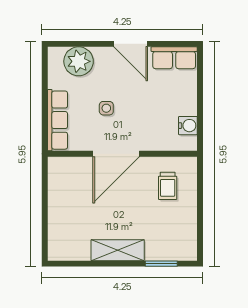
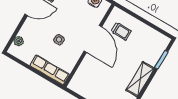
plant: (79, 61) -> (19, 41), width x0.53, depth x0.53
door: (116, 154) -> (93, 39), moved

